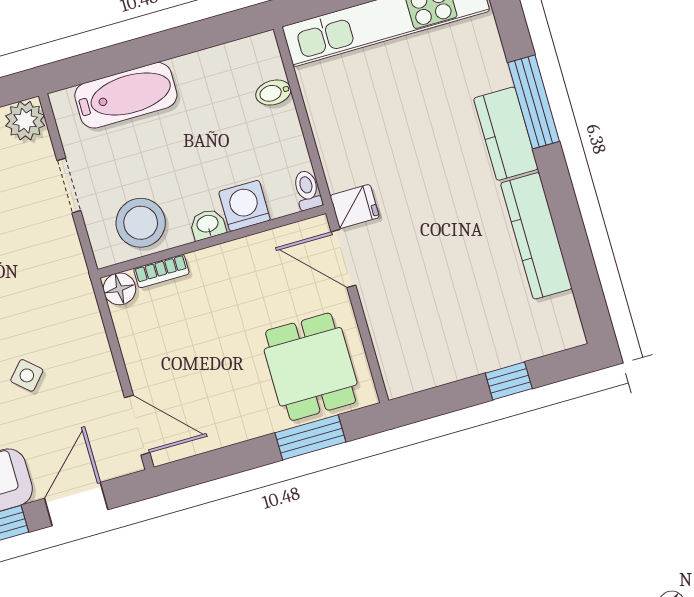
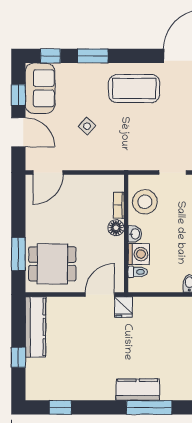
toilet: (307, 190) -> (138, 272), moved
kitchen counter: (536, 236) -> (35, 327), moved, turned 90
window: (582, 273) -> (60, 407), added
floor lamp: (120, 289) -> (116, 228), moved

